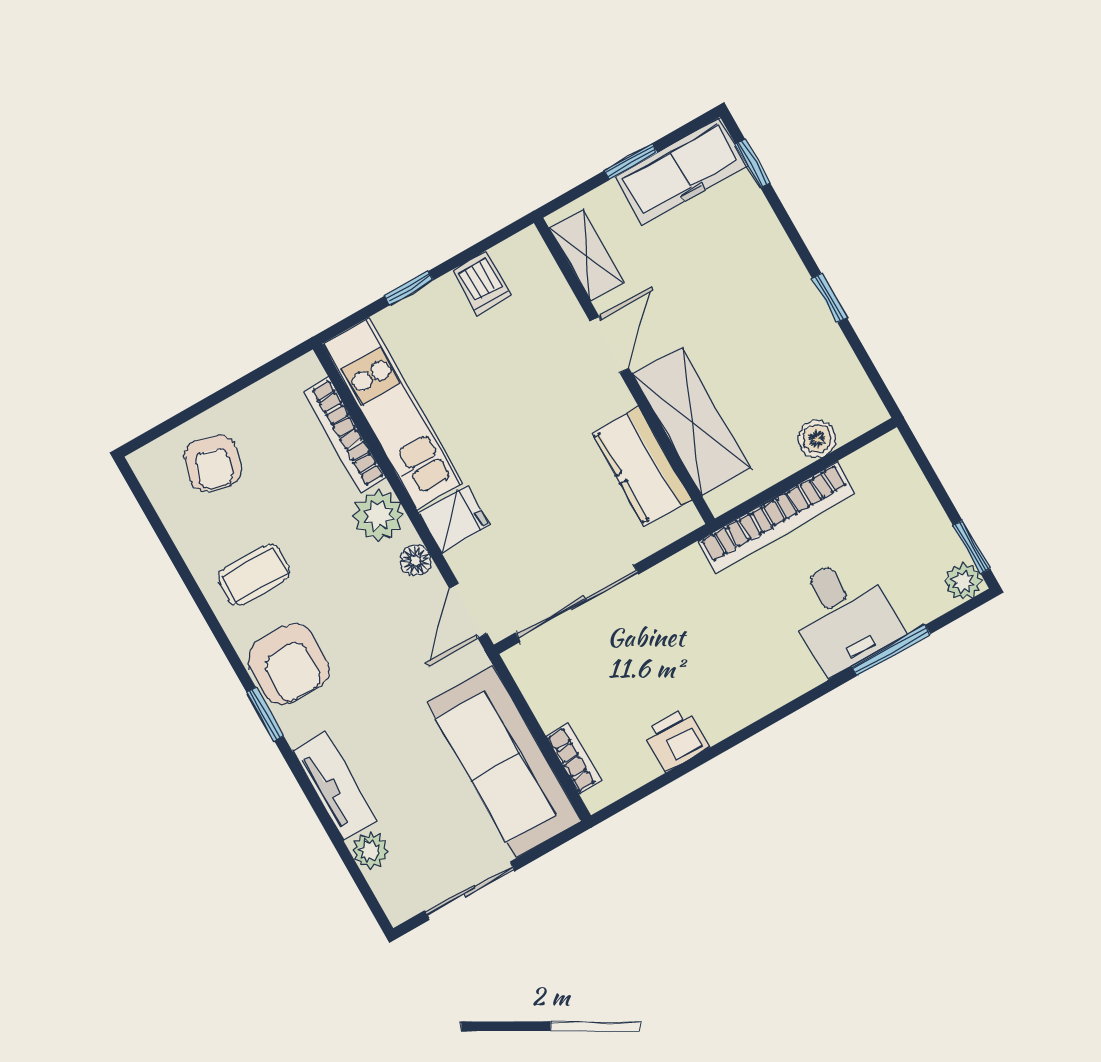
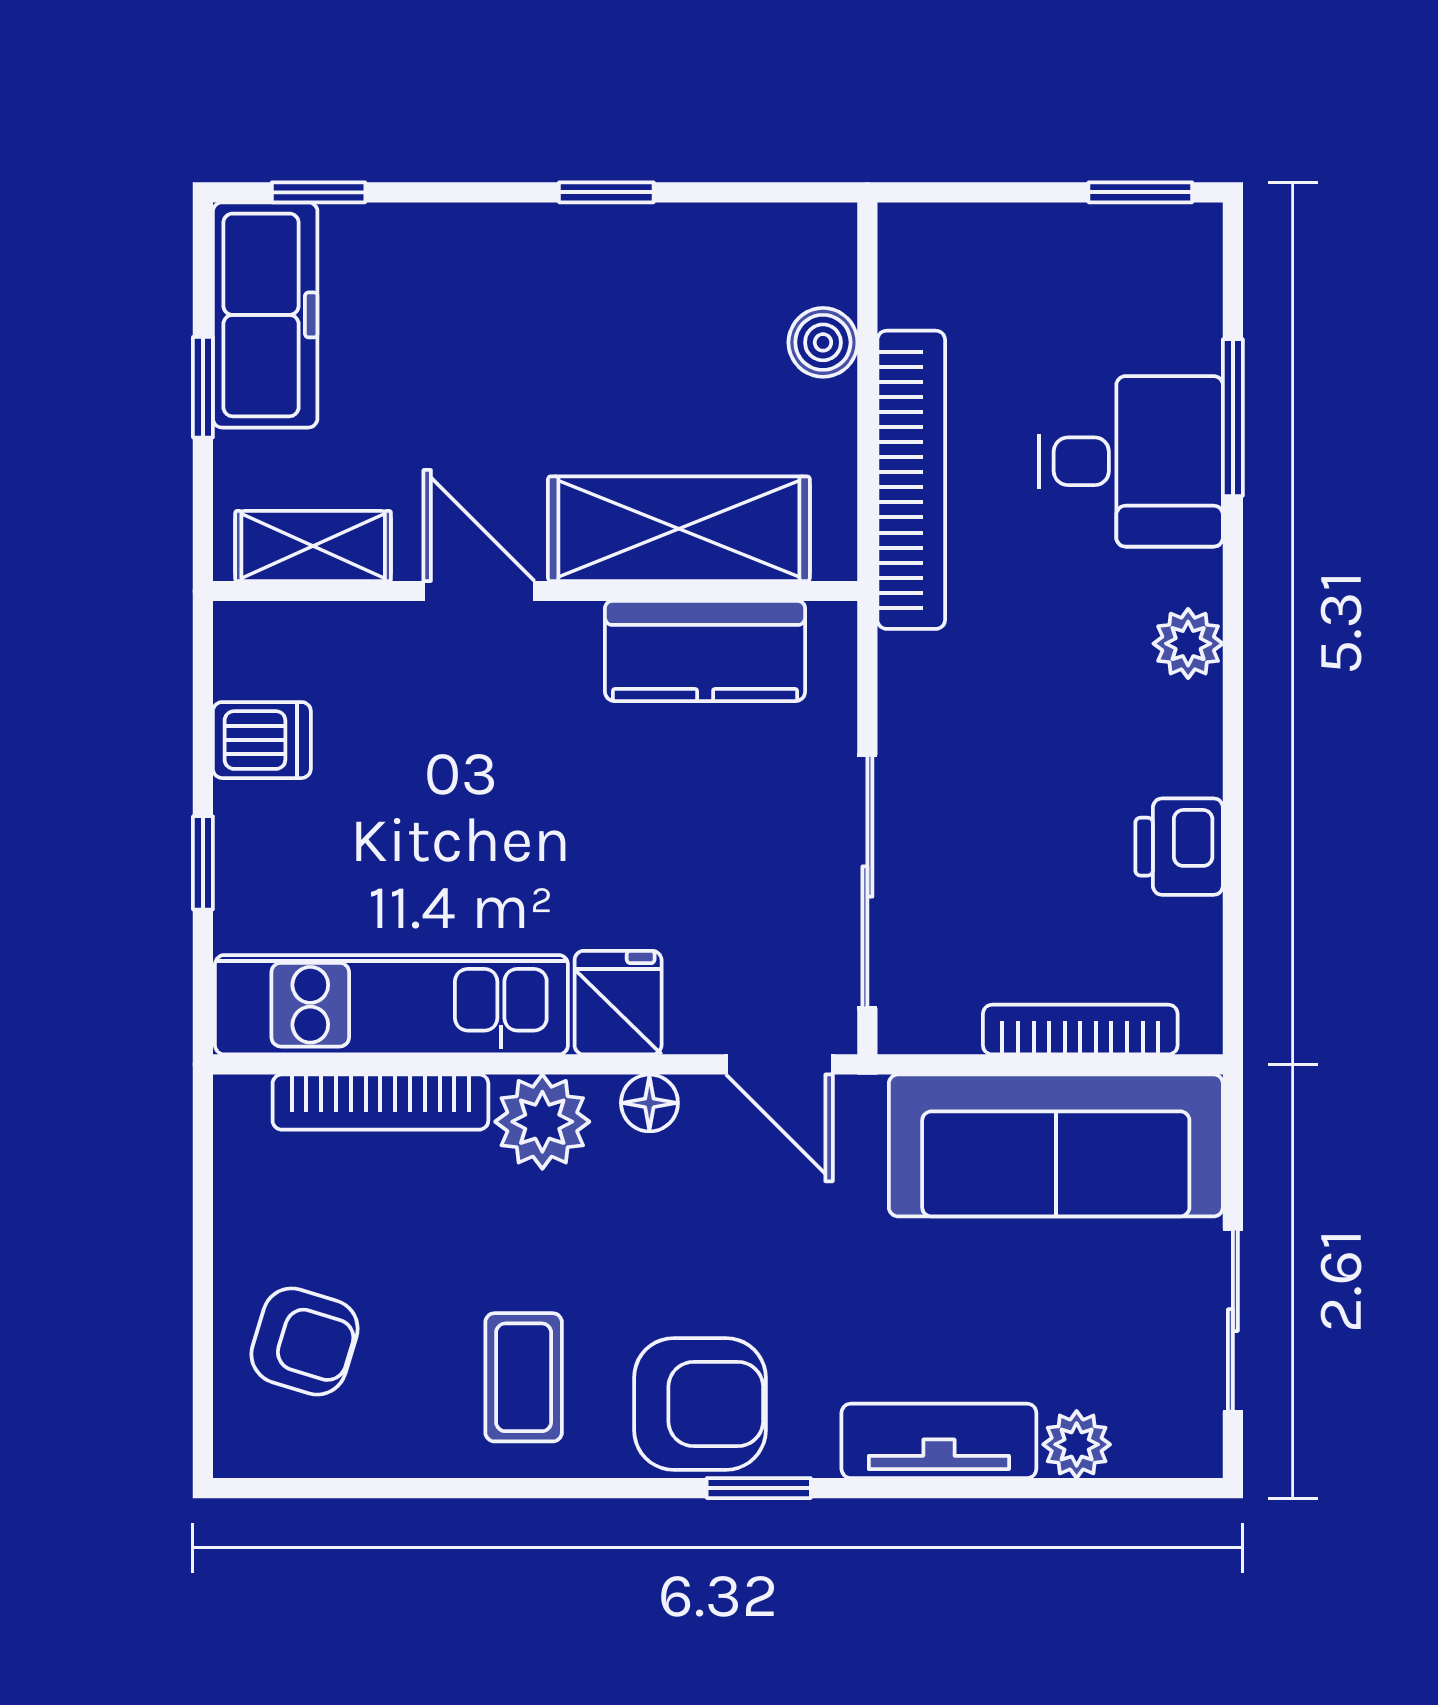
plant: (963, 581) -> (1188, 644), moved
bookcase: (574, 758) -> (1080, 1030), width x1.56

